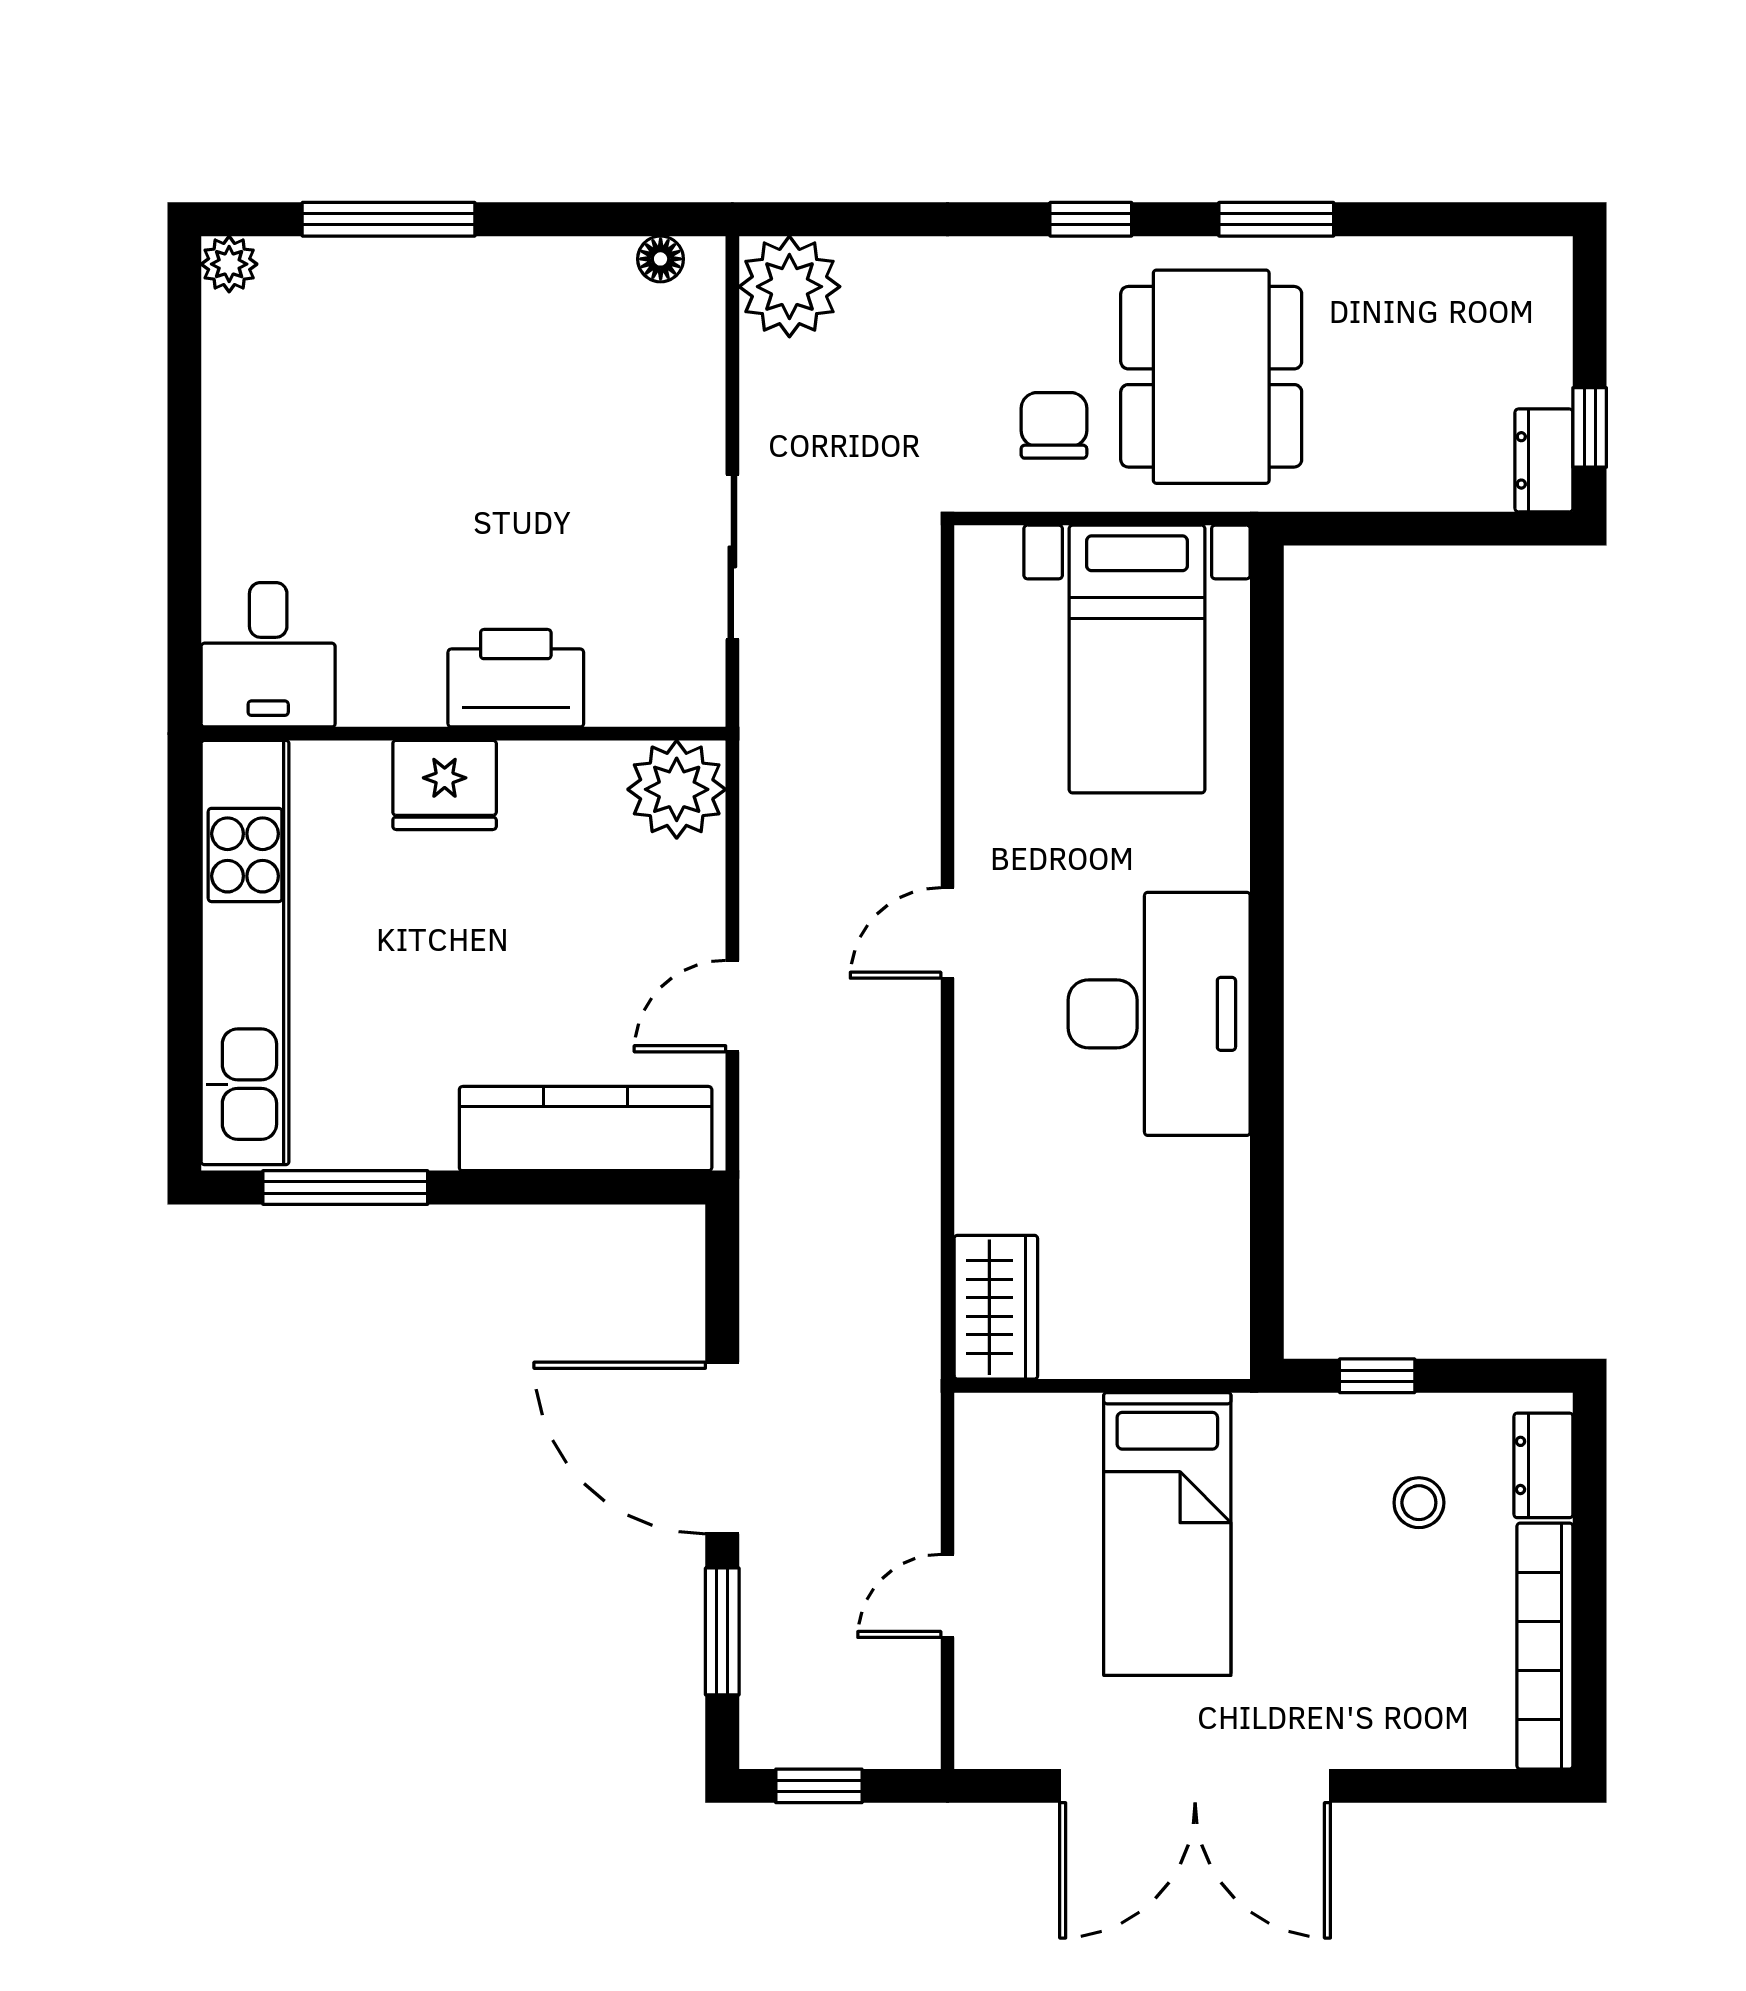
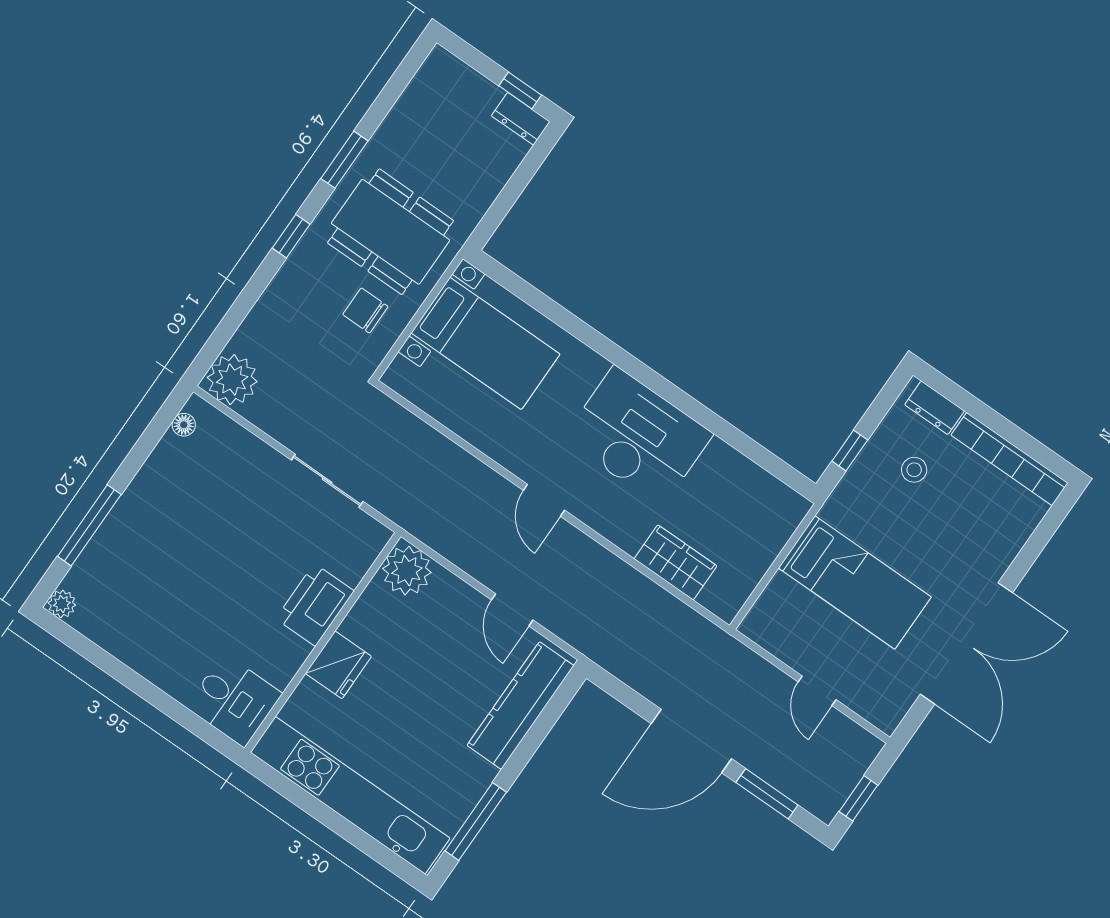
wardrobe: (996, 1307) -> (676, 562), moved

